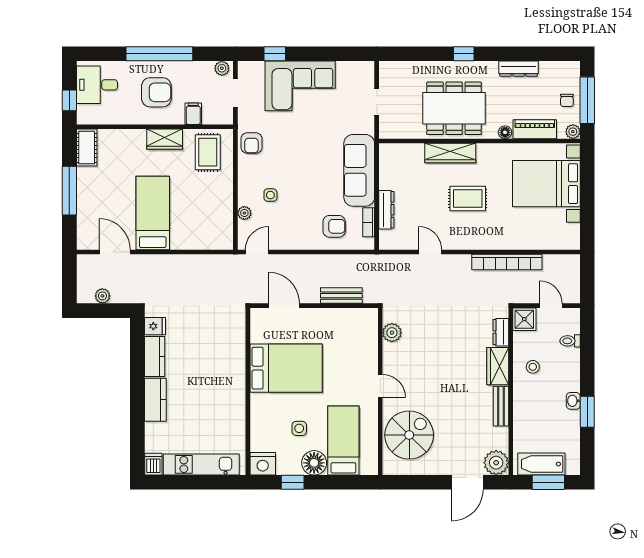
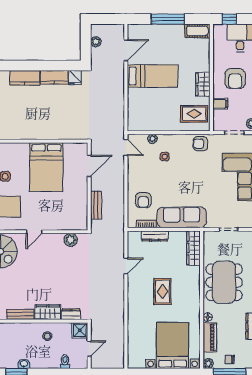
wardrobe: (450, 153) -> (193, 248), moved
bookcase: (507, 262) -> (119, 318), removed

